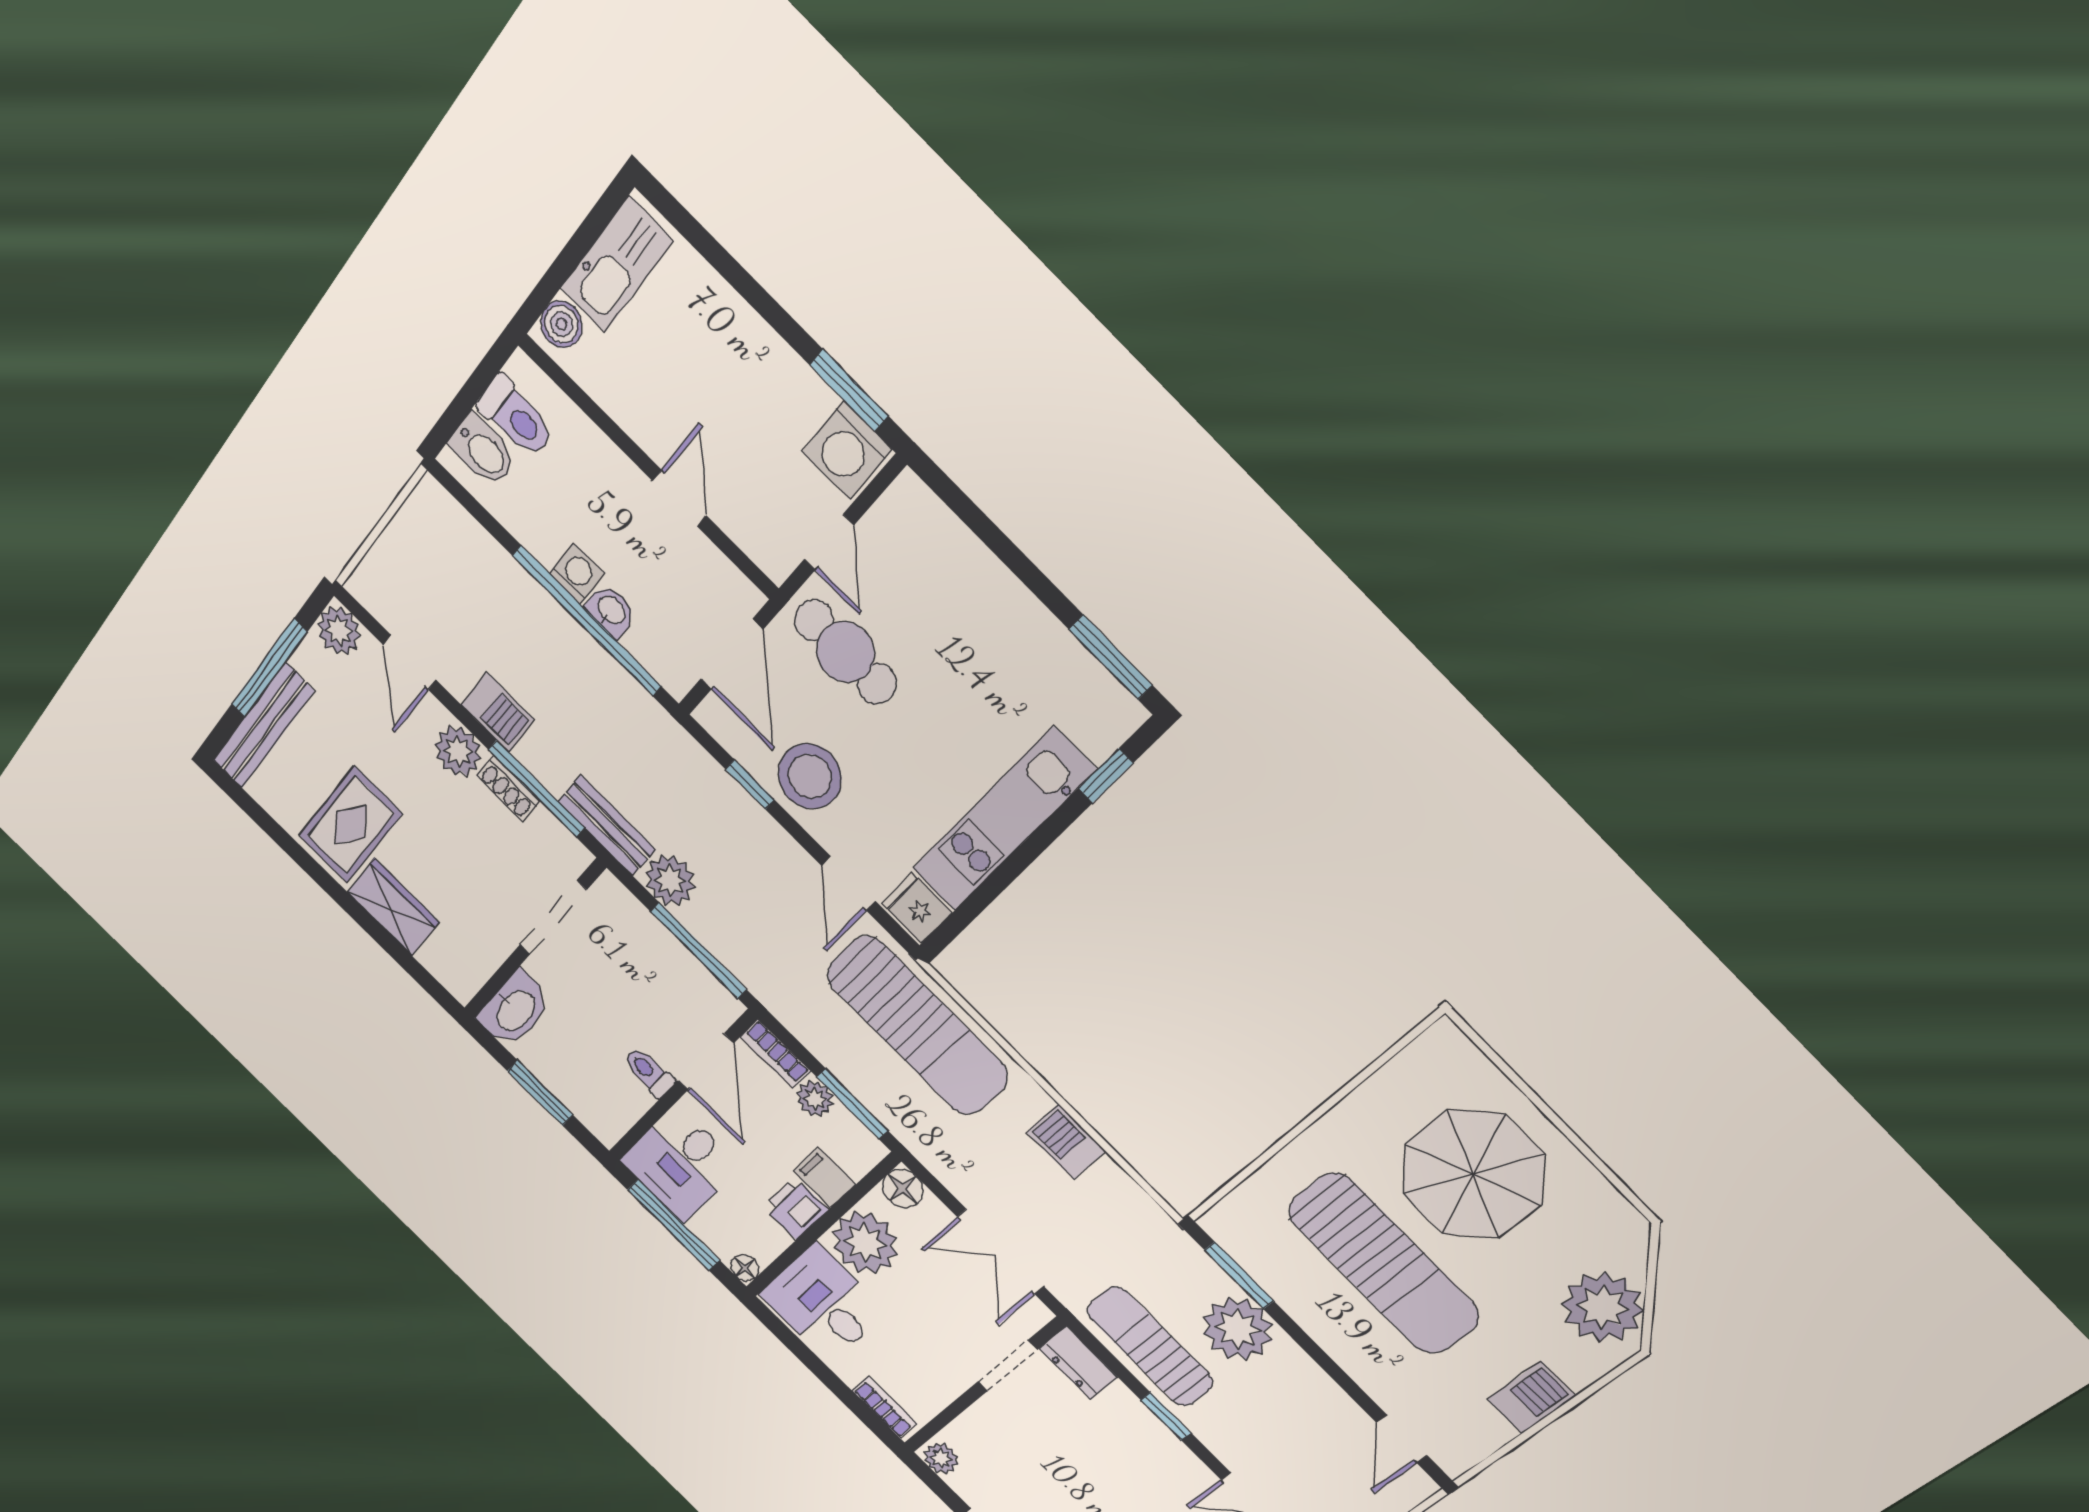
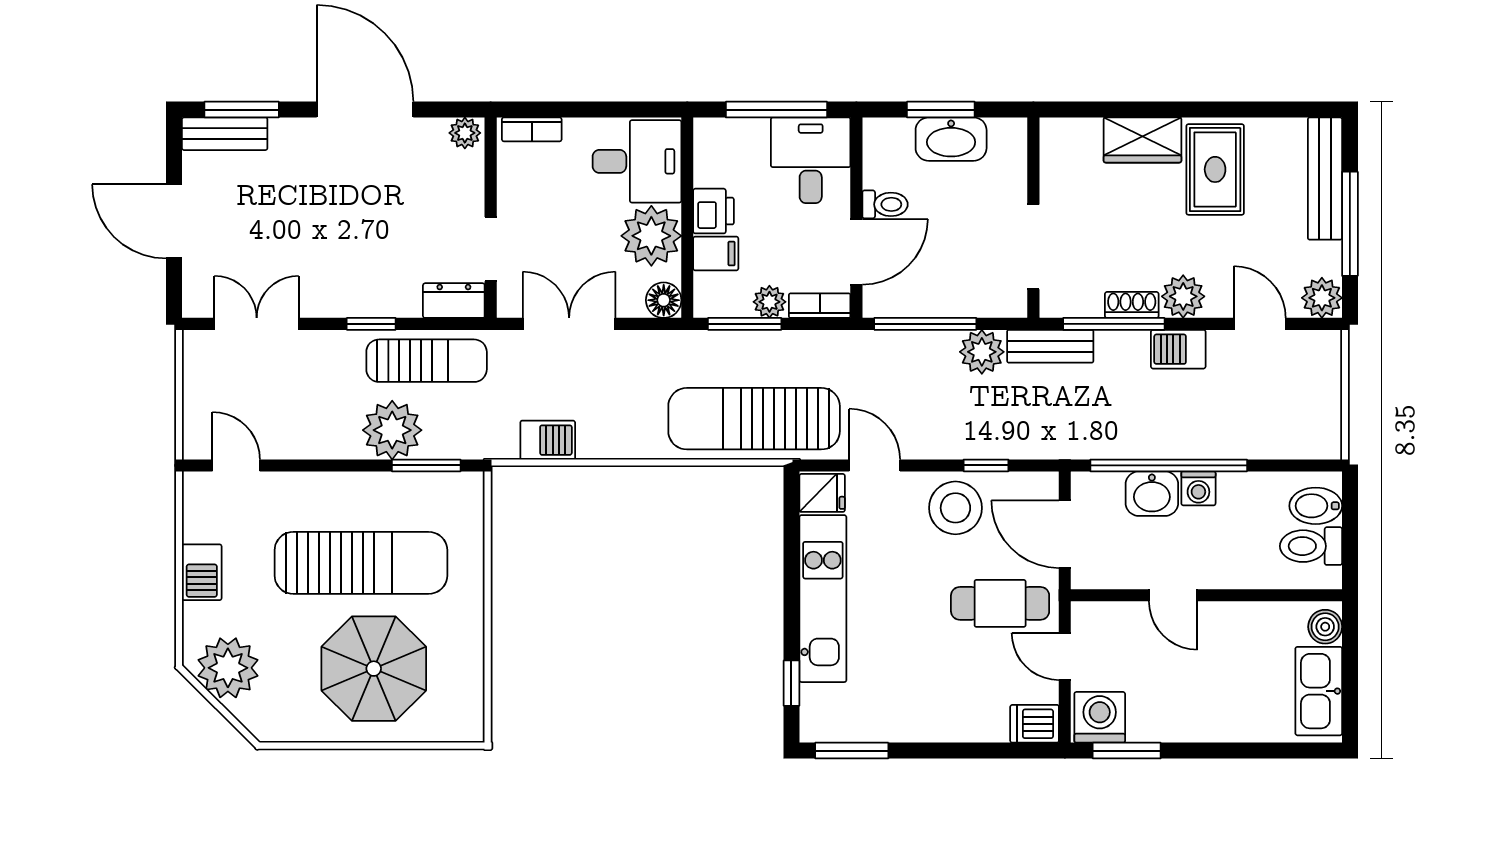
dishwasher: (914, 507) -> (1035, 724), added
washbasin: (611, 611) -> (1152, 494), width x1.38, depth x1.45
washbasin: (515, 1010) -> (951, 139), moved, turned -90
door: (706, 1062) -> (856, 252), swing flipped
barbecue: (1066, 1142) -> (548, 440), moved
sun lounger: (1383, 1264) -> (361, 563), turned 180
floor lamp: (745, 1268) -> (706, 130), removed

